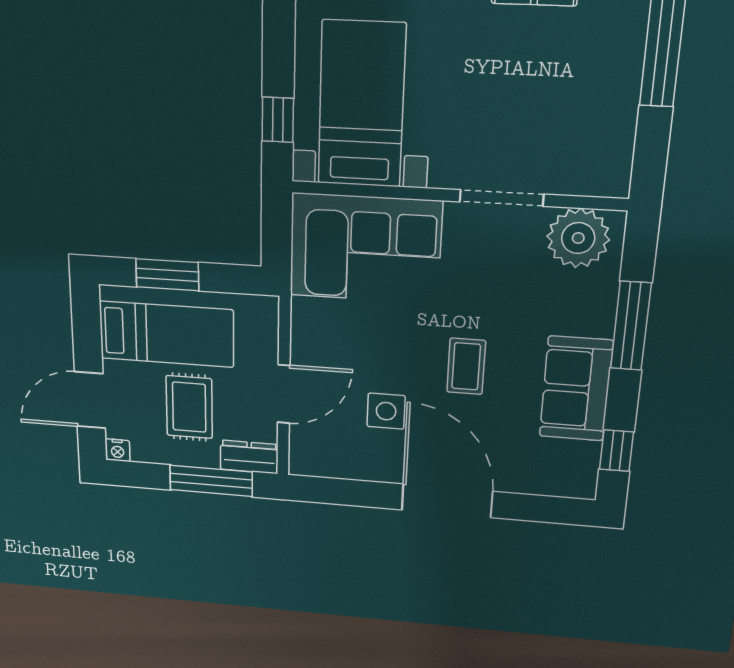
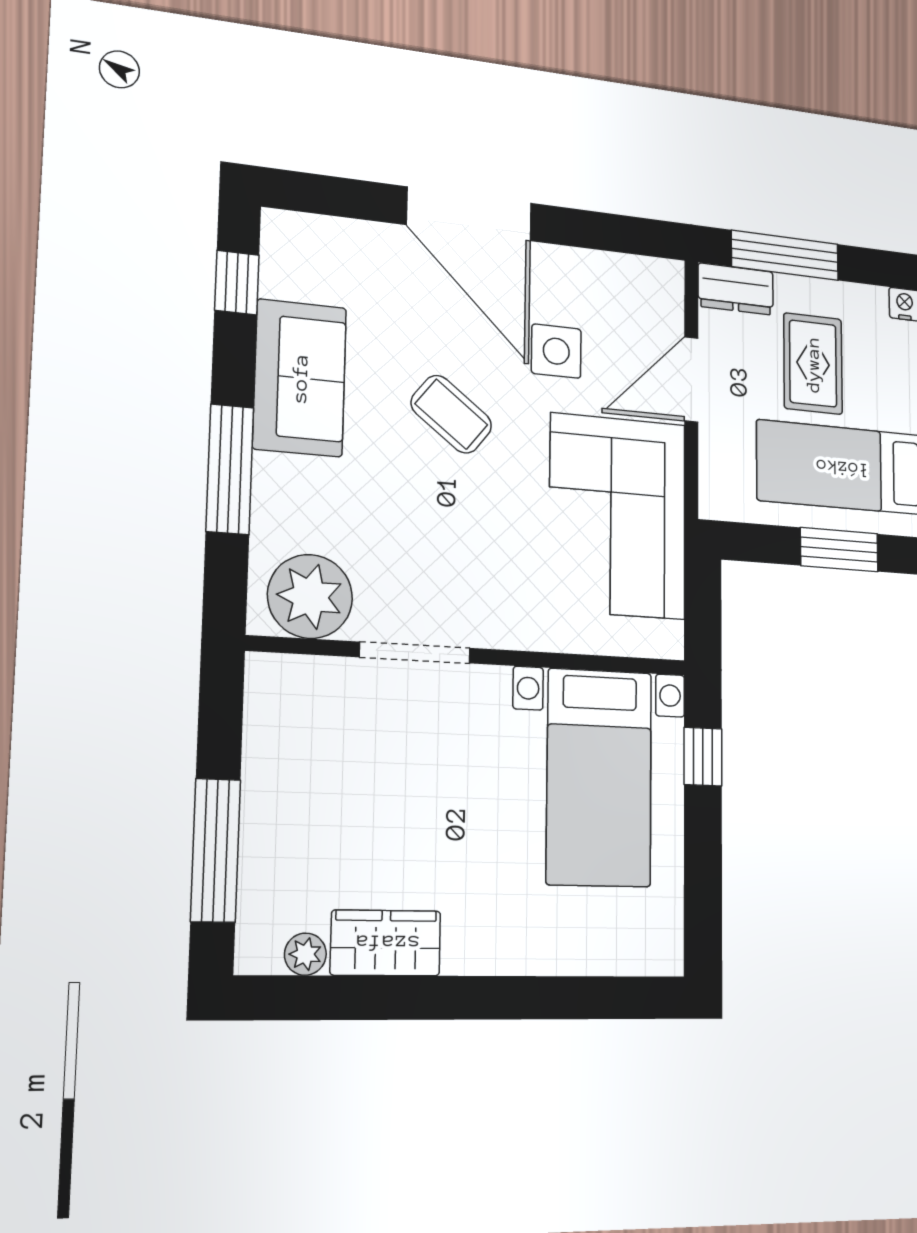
corner sofa: (365, 249) -> (618, 516), moved, turned -90
coffee table: (466, 366) -> (451, 414), turned -52

